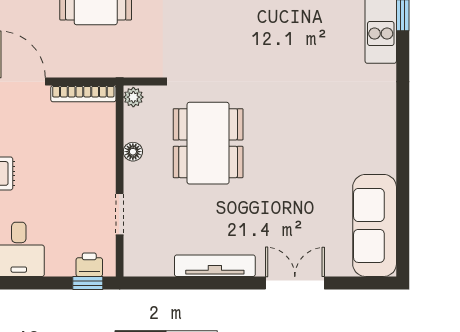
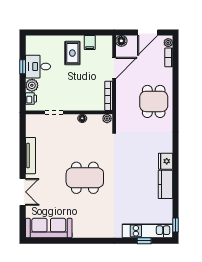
dining table: (208, 143) -> (85, 178), moved
plant: (60, 263) -> (32, 85), added
window: (88, 283) -> (23, 67), moved

